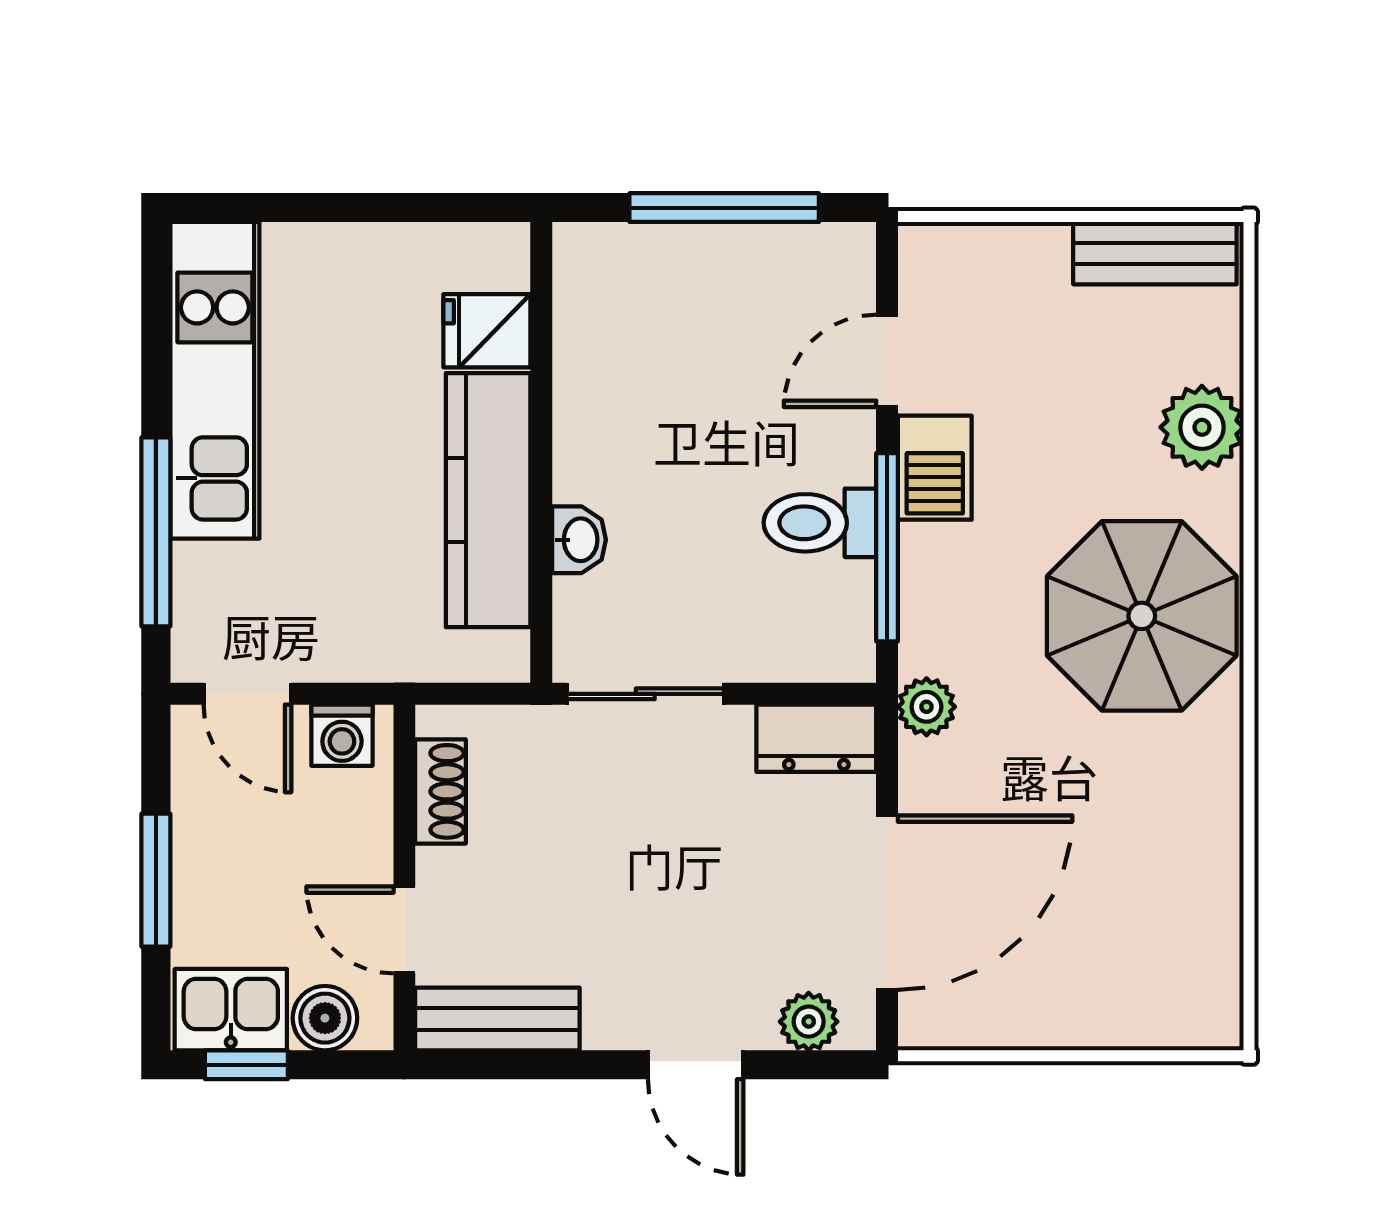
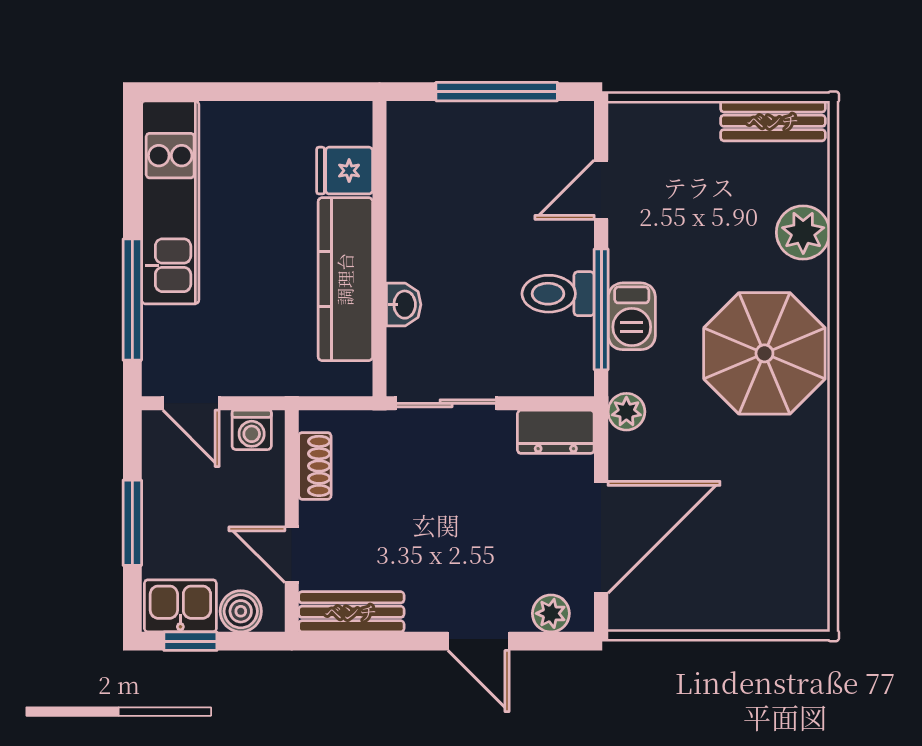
barbecue: (935, 468) -> (632, 316), moved

